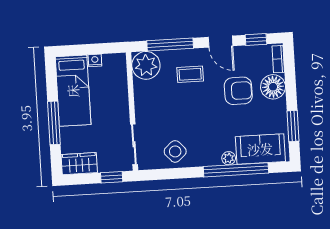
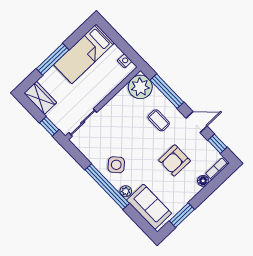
door: (221, 42) -> (197, 122), swing flipped
nightstand: (95, 60) -> (125, 61), moved
floor lamp: (273, 87) -> (203, 181), width x0.53, depth x0.53
armchair: (238, 91) -> (175, 160), turned 90
side table: (175, 151) -> (116, 165), moved
window: (236, 170) -> (107, 187), moved

